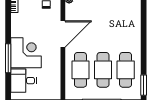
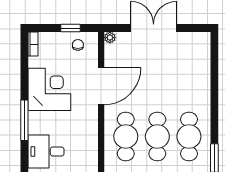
corner desk: (26, 53) -> (49, 89), moved

